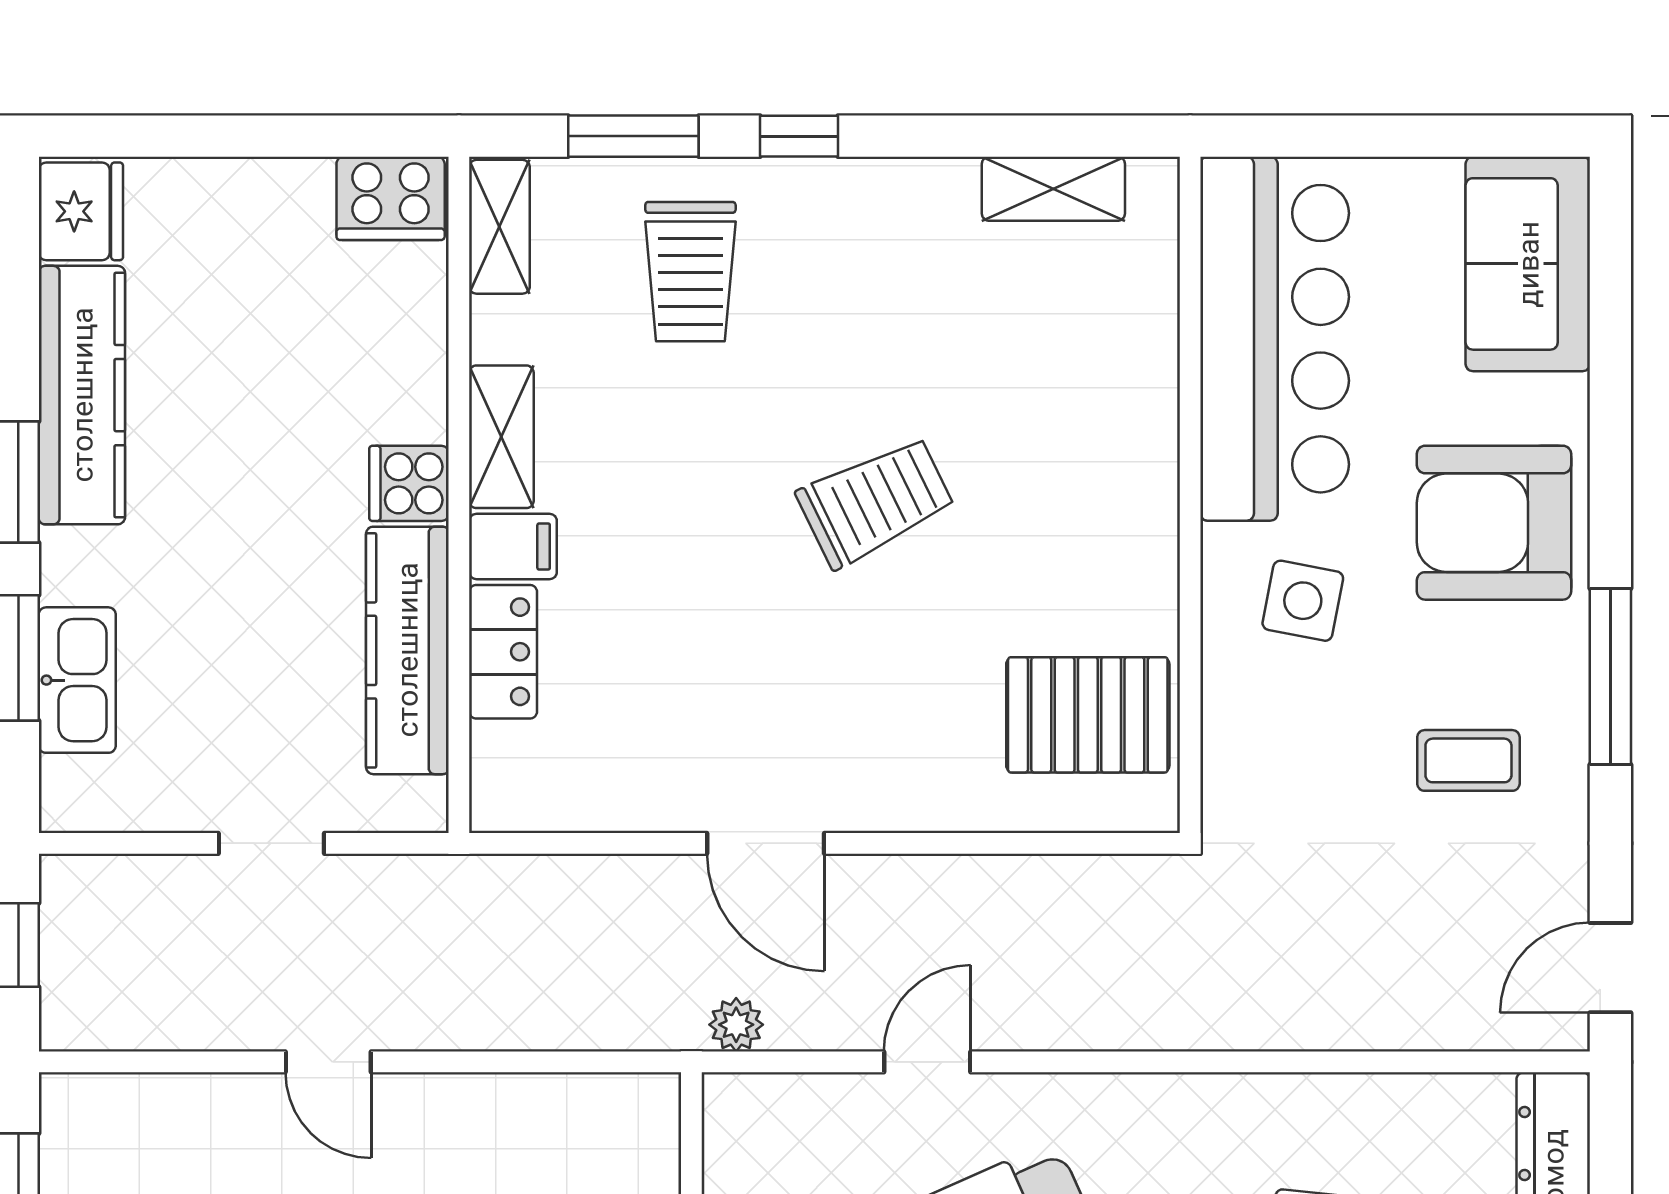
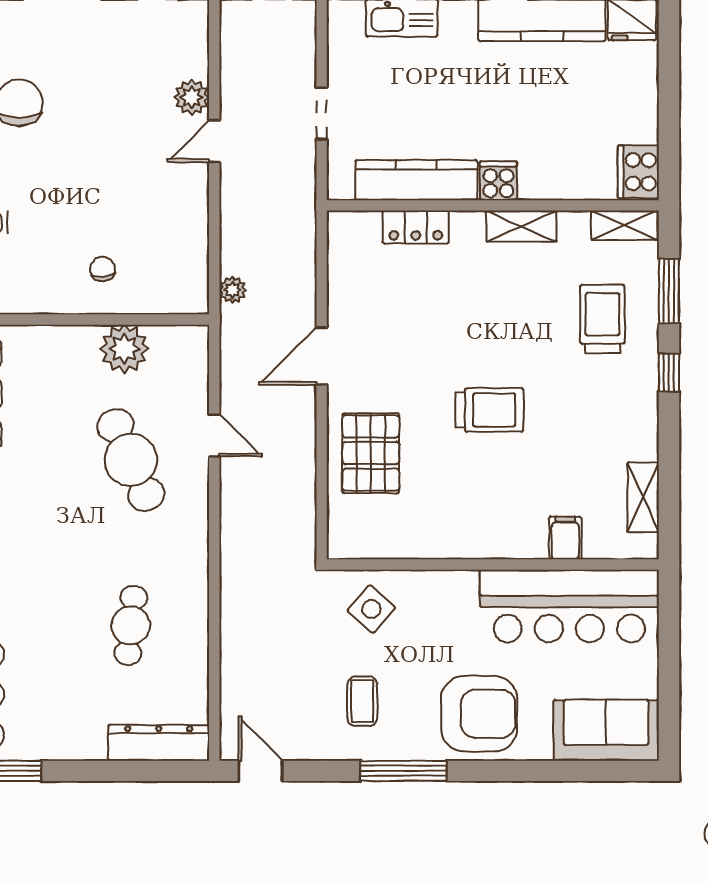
trolley: (690, 272) -> (602, 319), turned 90
trolley: (876, 502) -> (489, 410), turned -64
armchair: (1494, 523) -> (479, 714), turned 90
filing cabinet: (513, 546) -> (565, 538), moved, turned 180
side table: (1303, 601) -> (371, 609), moved, turned 30
pallet: (1088, 715) -> (371, 453), moved
plant: (736, 1025) -> (232, 290), moved
plant: (239, 1108) -> (192, 97), added

